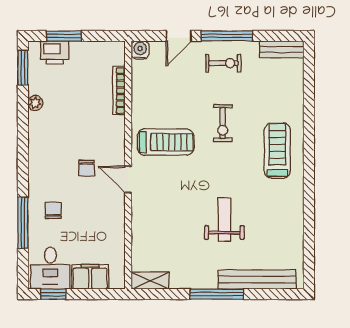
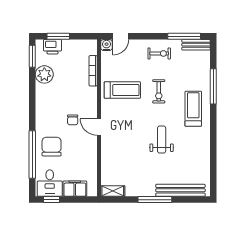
door: (179, 36) -> (121, 36), moved
window: (227, 36) -> (184, 36), moved
plant: (35, 103) -> (44, 74), width x1.87, depth x1.87
window: (309, 115) -> (213, 86), added
treadmill: (166, 142) -> (122, 90), moved
chair: (53, 210) -> (52, 147), width x1.87, depth x1.87
weight bench: (224, 220) -> (162, 140), moved
window: (23, 223) -> (32, 154), width x1.46

